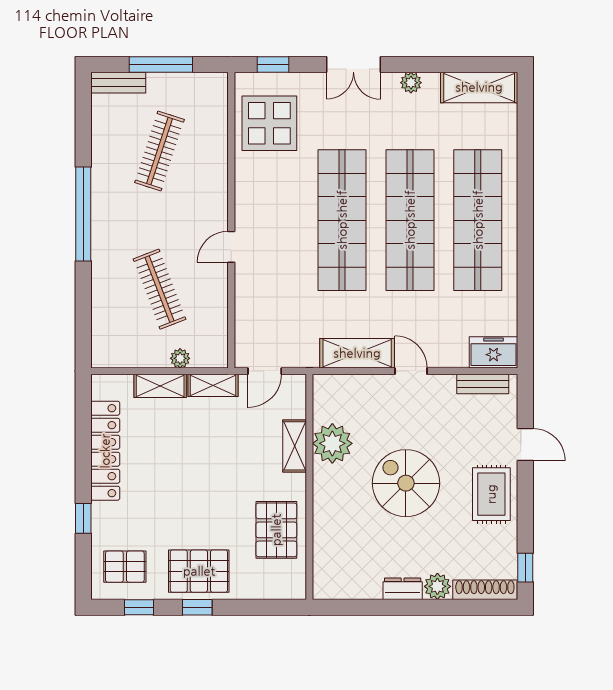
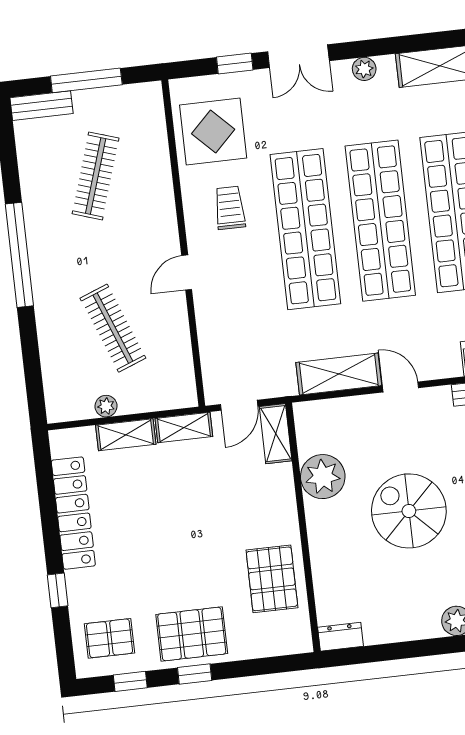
window: (273, 64) -> (235, 63), moved
trolley: (276, 193) -> (230, 208), added
plant: (180, 358) -> (106, 406), moved
shelving: (295, 446) -> (276, 434), moved
dresser: (403, 589) -> (340, 637), moved

